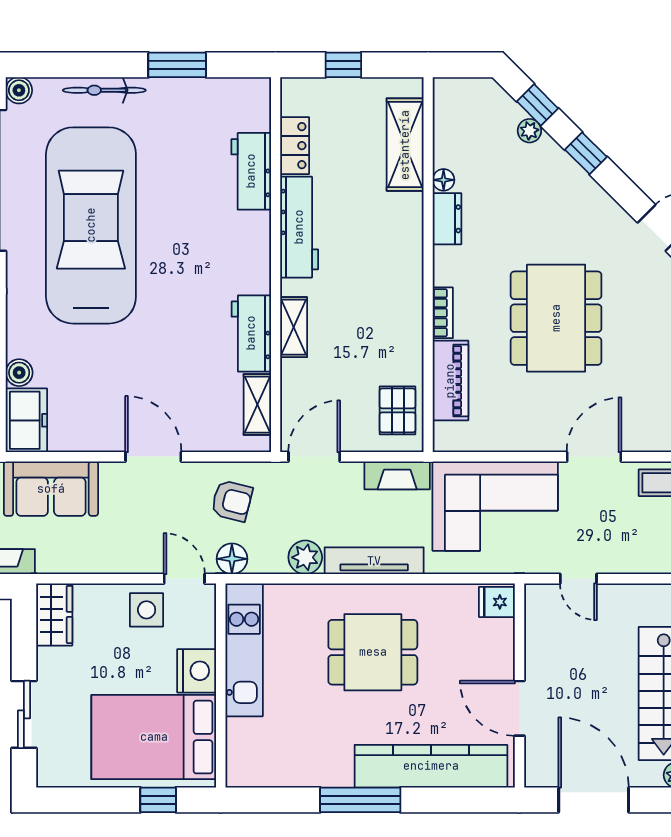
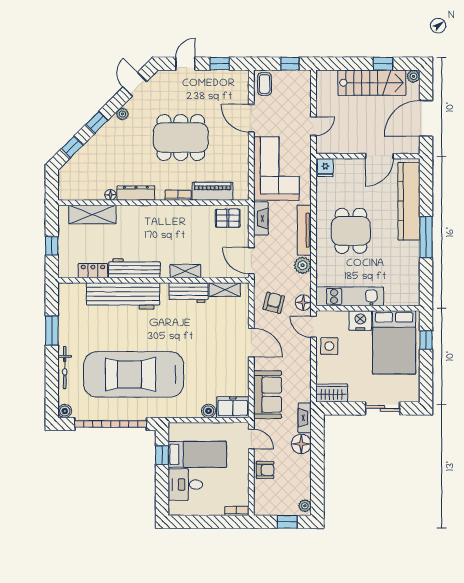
plant: (529, 131) -> (122, 114), moved
workbench: (251, 171) -> (123, 296), width x1.88, depth x1.32
dresser: (447, 219) -> (136, 193), width x1.44
door: (153, 457) -> (251, 343), swing flipped
door: (184, 579) -> (313, 327), hinge flipped

